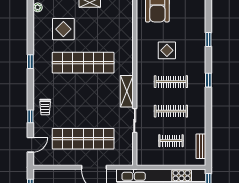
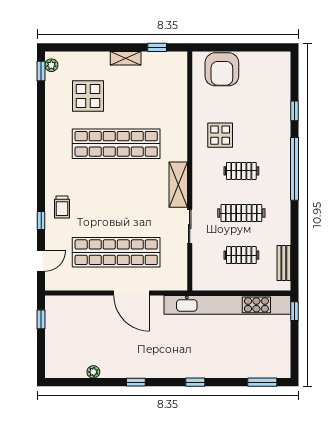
display table: (167, 50) -> (220, 135), moved
window: (30, 62) -> (41, 71), moved
window: (208, 80) -> (294, 169), width x3.17
clothes rail: (171, 82) -> (241, 171), width x0.73

